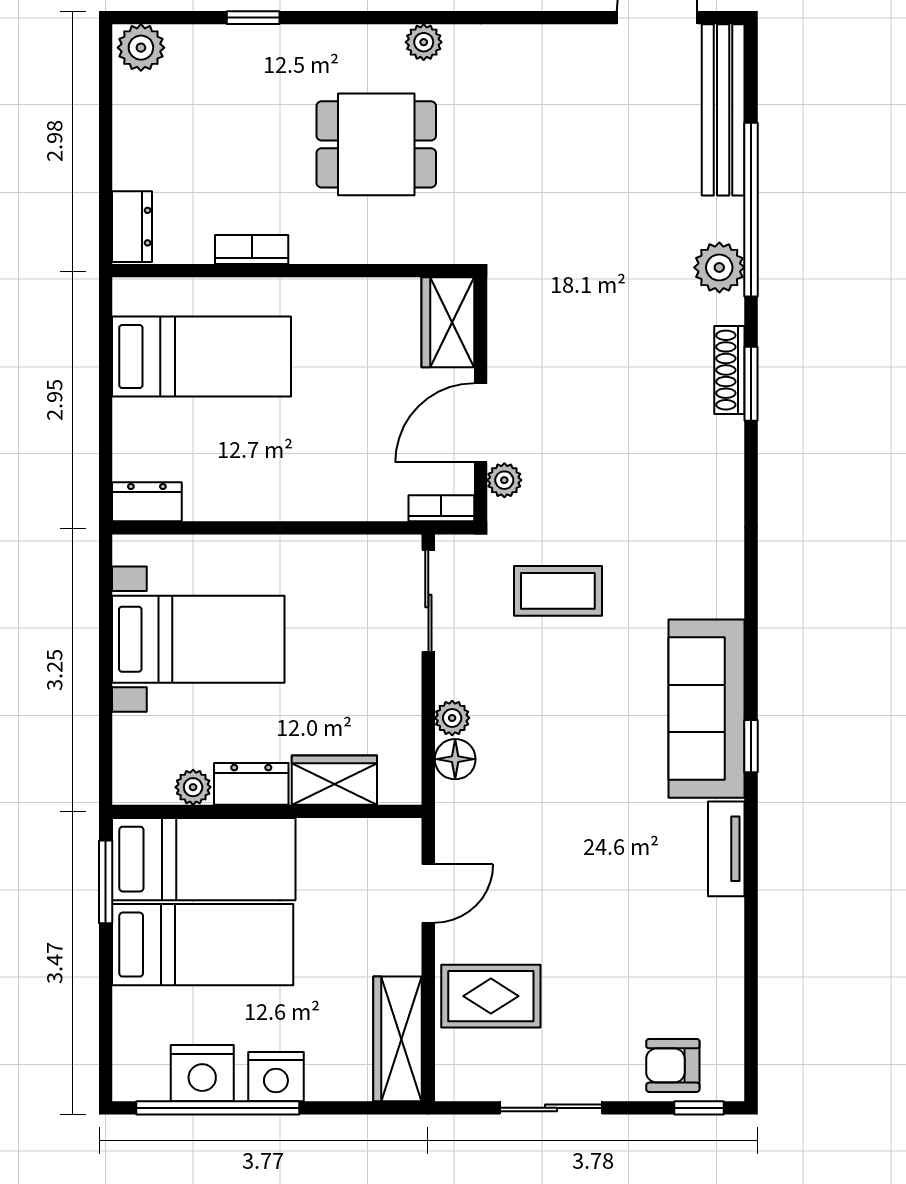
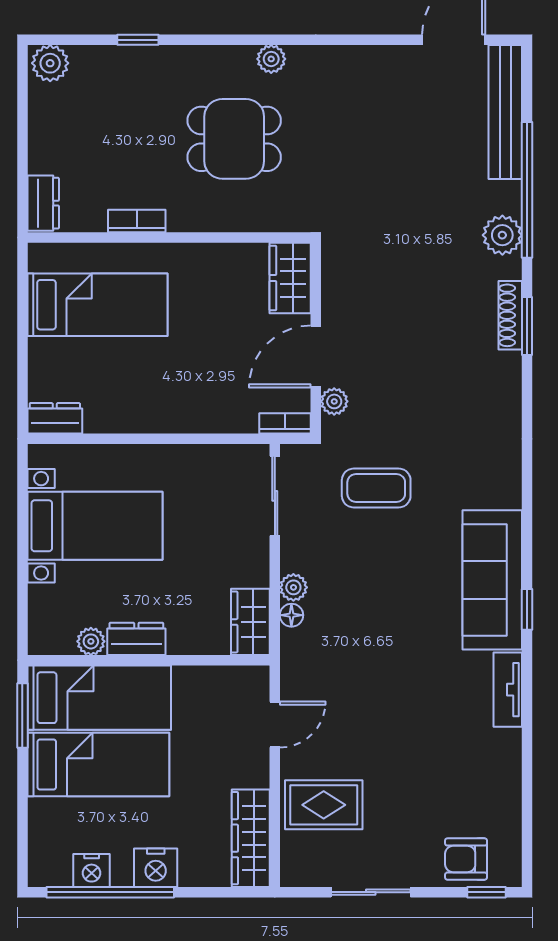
floor lamp: (455, 759) -> (291, 615), width x0.73, depth x0.73
wardrobe: (334, 780) -> (250, 622), moved, turned -90
nightstand: (202, 1073) -> (92, 870), width x0.74, depth x0.75

